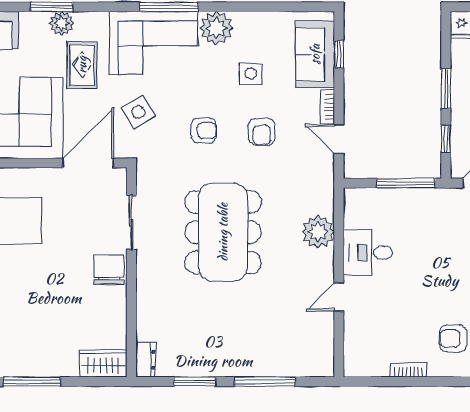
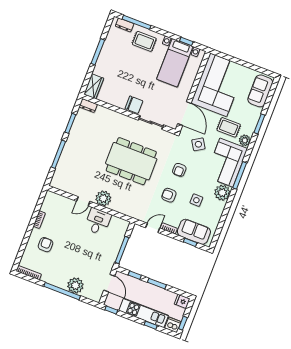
plant: (62, 23) -> (245, 140), moved
plant: (318, 232) -> (103, 198), moved
door: (339, 297) -> (83, 201), swing flipped

